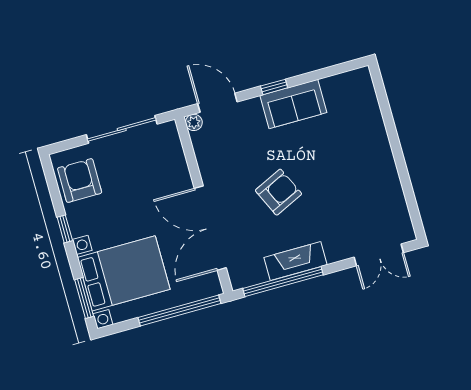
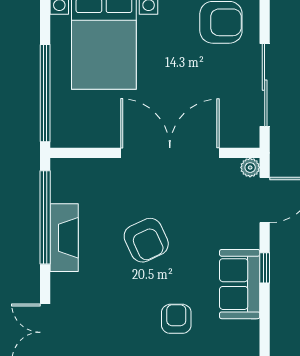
armchair: (337, 149) -> (176, 319), added
double door: (210, 228) -> (170, 153), moved

